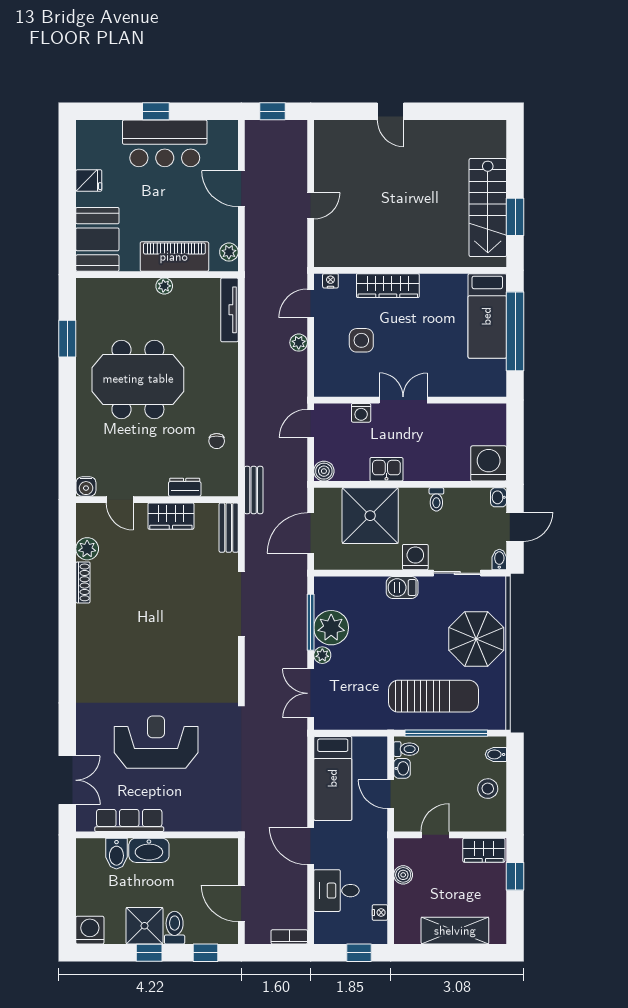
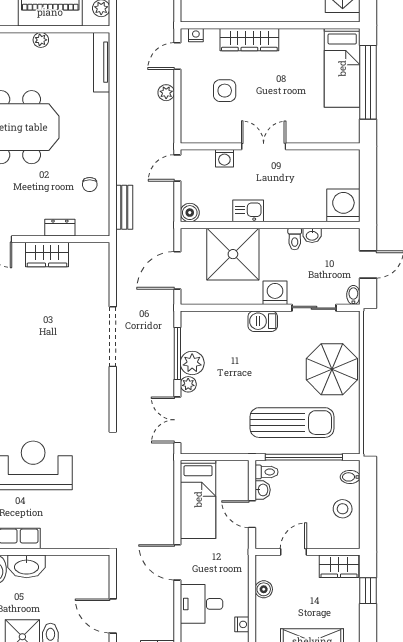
bench: (254, 490) -> (124, 207), moved
washbasin: (499, 497) -> (312, 235), moved, turned -90
bench: (229, 528) -> (101, 265), removed
plant: (331, 628) -> (192, 363), width x0.73, depth x0.73

